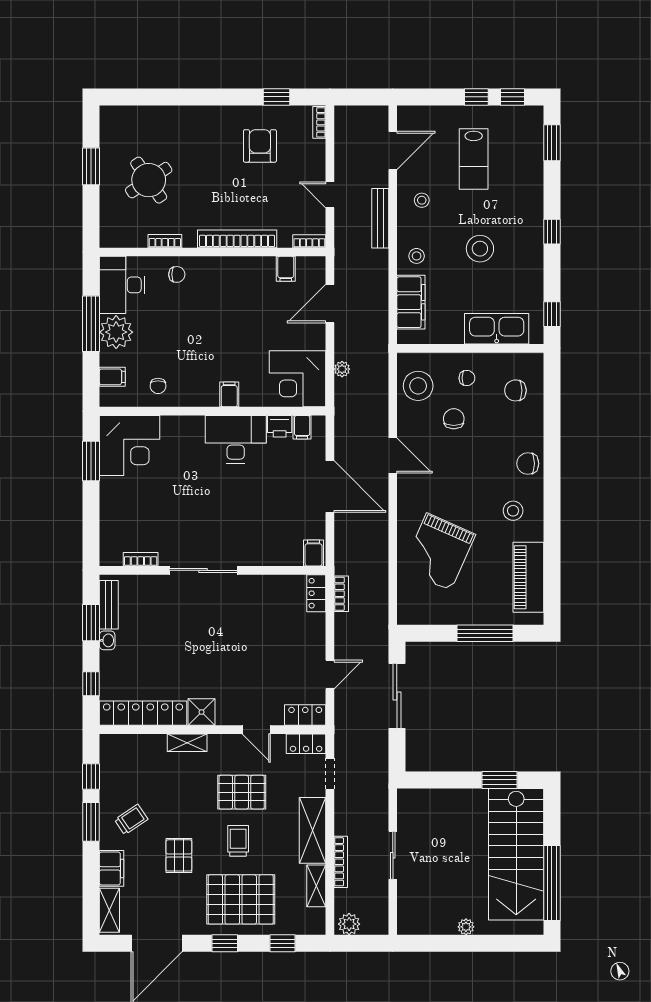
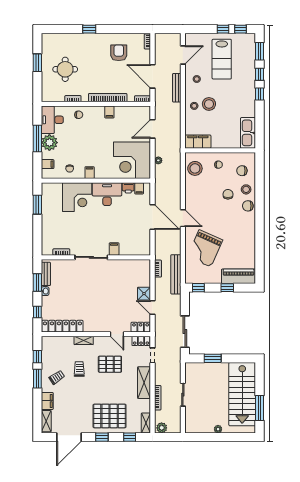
window: (276, 97) -> (89, 29), moved
lab bench: (474, 159) -> (222, 59), width x1.36, depth x1.39
round table: (149, 180) -> (65, 69), turned 34
door: (330, 195) -> (152, 76), width x1.87
stool: (480, 249) -> (209, 104), moved
filing cabinet: (286, 269) -> (109, 112), moved
filing cabinet: (411, 302) -> (198, 142), moved, turned -90
window: (552, 314) -> (259, 74), moved
kitchen sink: (497, 329) -> (248, 133), moved, turned -90
corner desk: (298, 379) -> (132, 160), width x1.36, depth x1.36
filing cabinet: (229, 394) -> (90, 173), moved
chair: (454, 419) -> (228, 194), moved
corner desk: (130, 446) -> (77, 197), moved
door: (393, 455) -> (183, 218), moved
stool: (513, 511) -> (246, 189), moved
filing cabinet: (314, 553) -> (114, 249), moved
piano: (528, 577) -> (239, 276), moved, turned 90
locker: (316, 593) -> (146, 268), removed
bench: (378, 606) -> (176, 274), added
window: (425, 633) -> (198, 288), added
window: (485, 633) -> (227, 288), width x0.46
door: (330, 674) -> (152, 308), swing flipped
sliding door: (397, 696) -> (185, 332), moved
shower: (202, 712) -> (144, 294), moved
window: (500, 780) -> (213, 358), moved
trolley: (238, 841) -> (79, 369), moved
pallet: (179, 855) -> (80, 395), removed
window: (552, 883) -> (259, 408), width x0.68
shelving: (316, 886) -> (146, 423), moved

